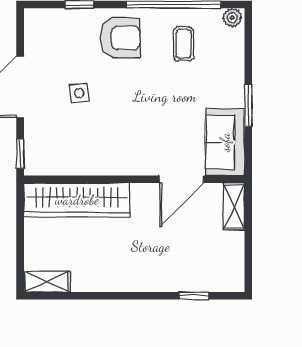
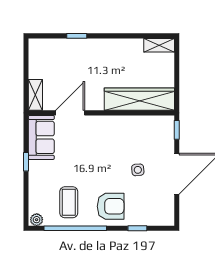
armchair: (120, 38) -> (111, 206), turned 180
coffee table: (184, 44) -> (69, 202), width x1.36, depth x1.30
window: (248, 105) -> (26, 162), width x0.67
window: (194, 296) -> (77, 36), moved

